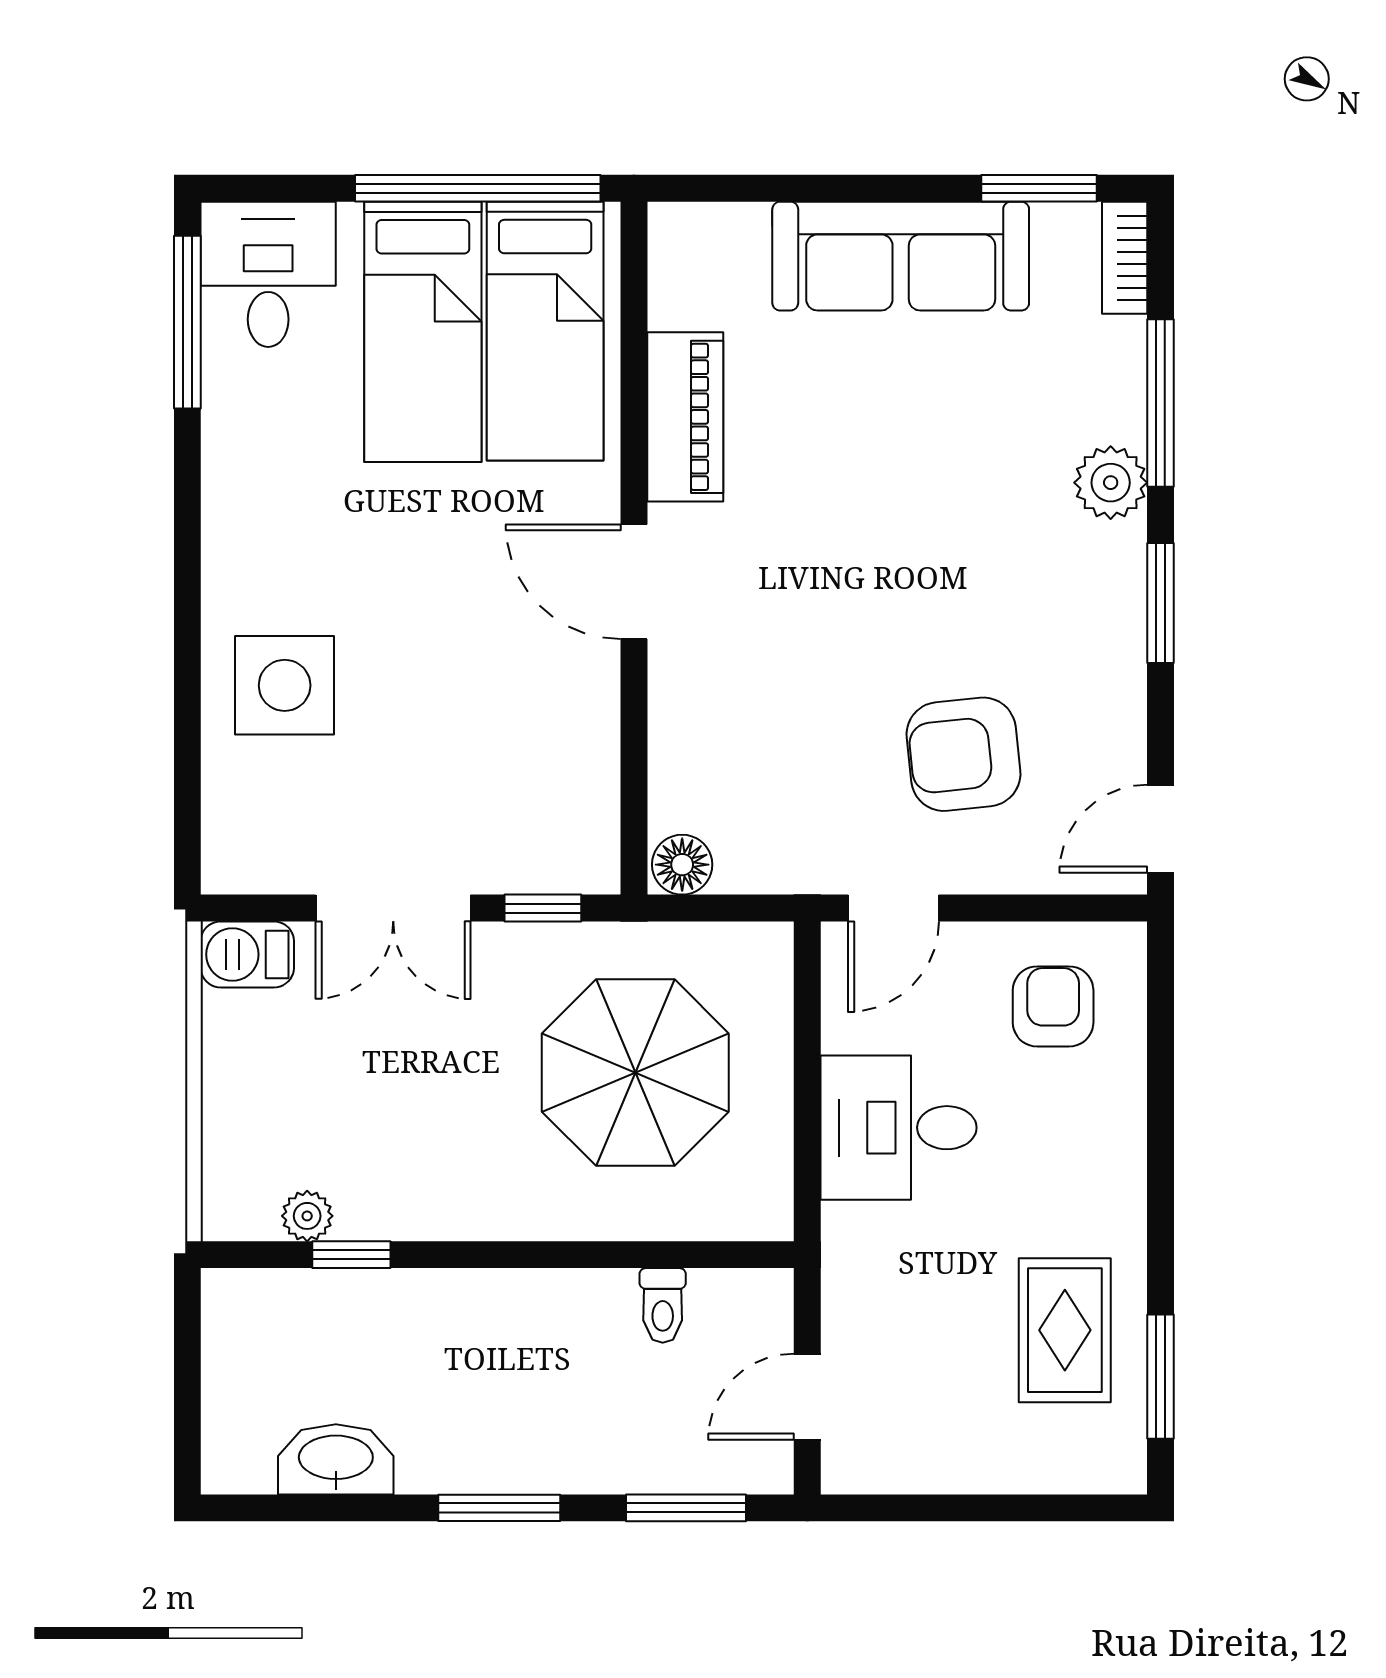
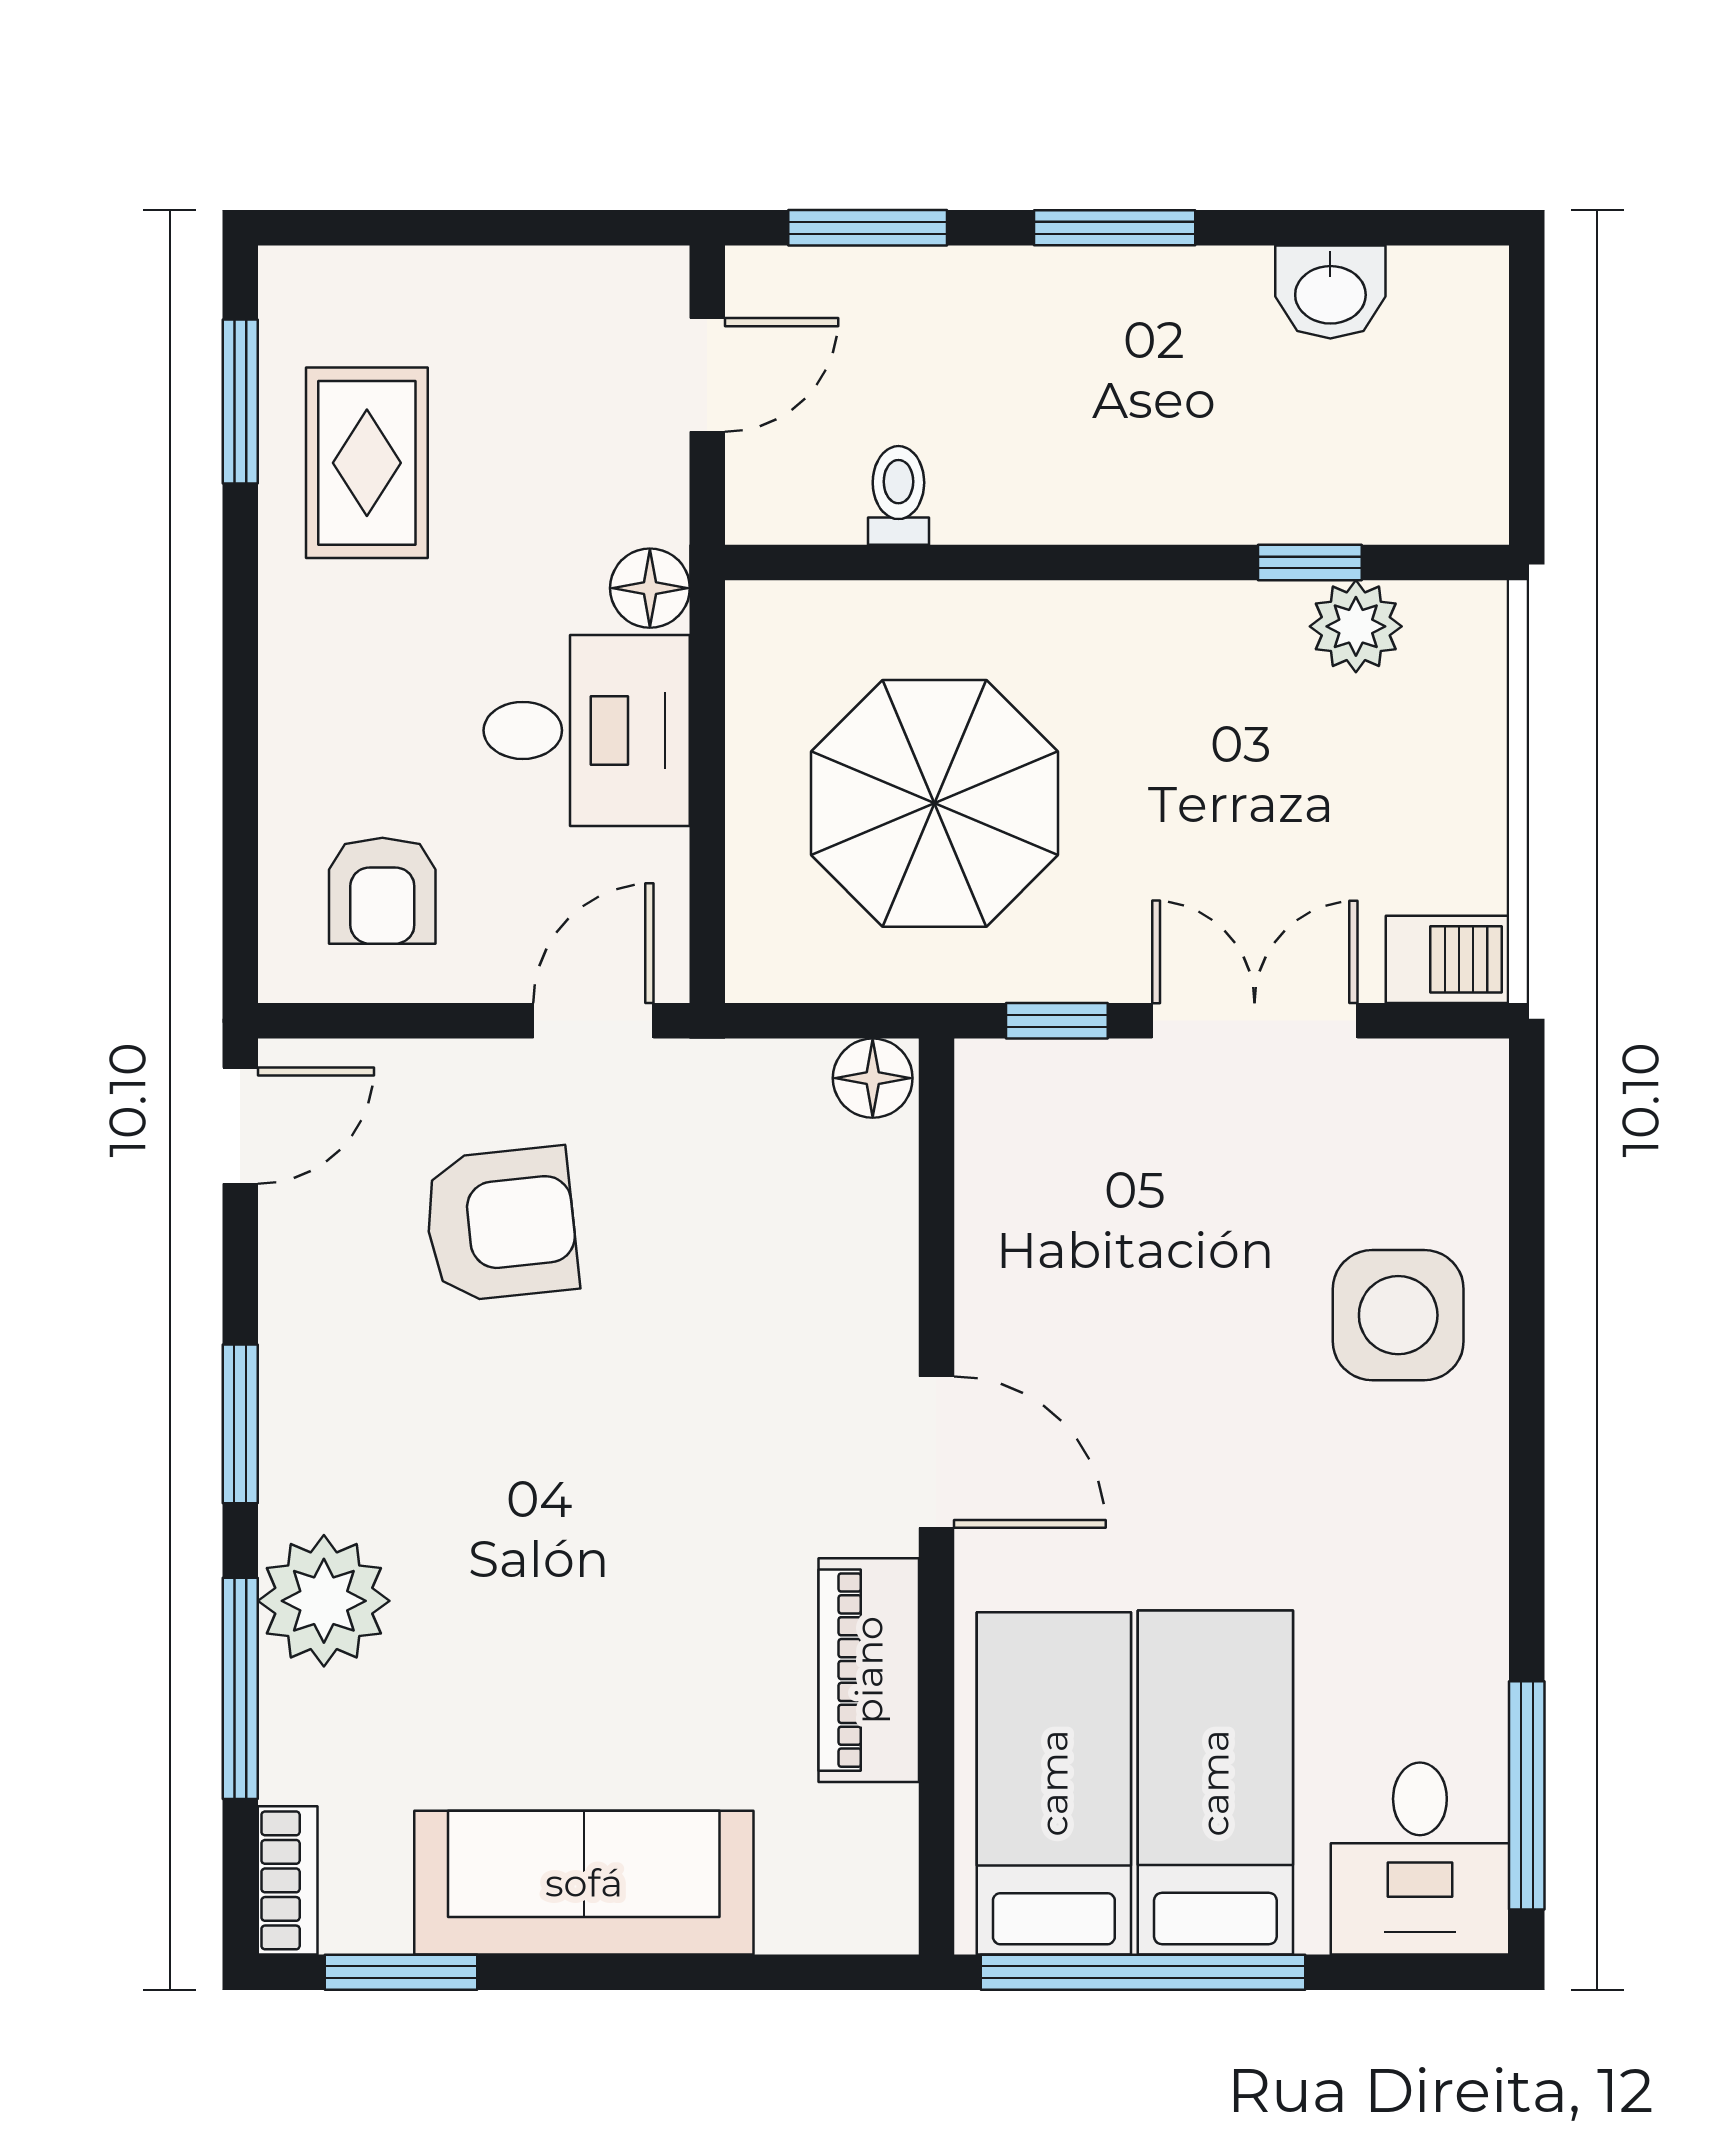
plant: (1111, 483) -> (324, 1601), width x1.36, depth x1.36
plant: (307, 1216) -> (1356, 626), width x1.38, depth x1.38
floor lamp: (851, 1235) -> (650, 588), added
washbasin: (336, 1459) -> (1330, 292), width x0.72

